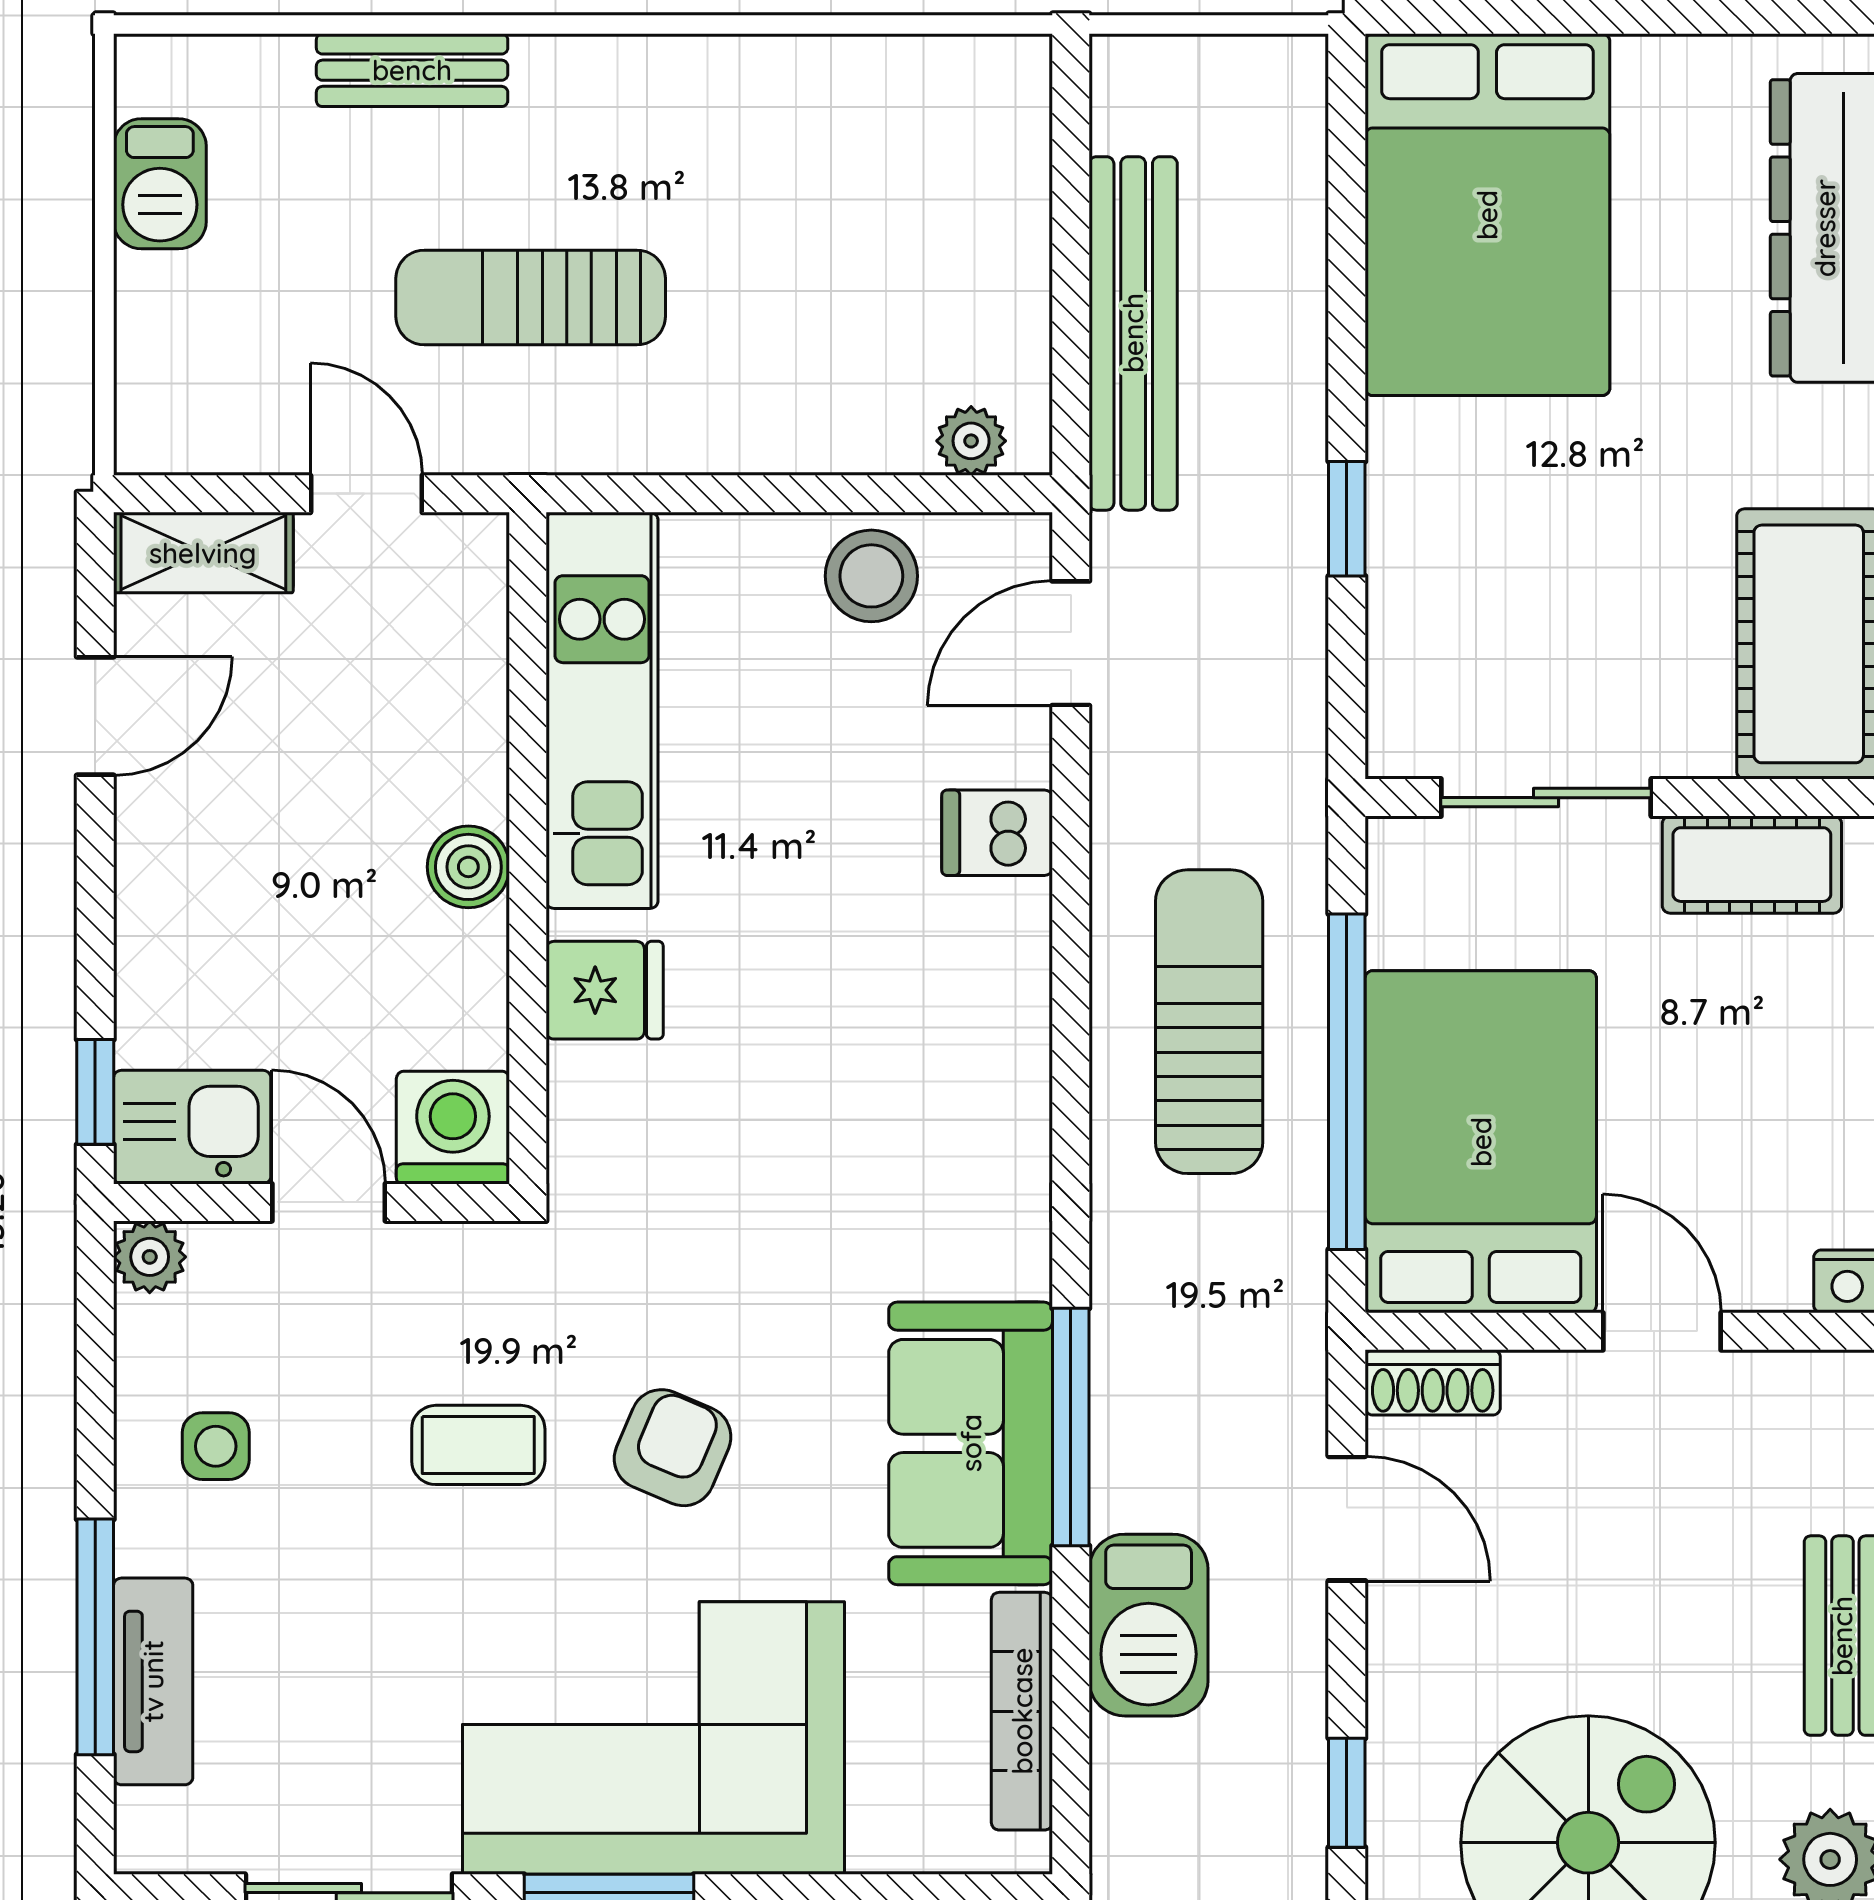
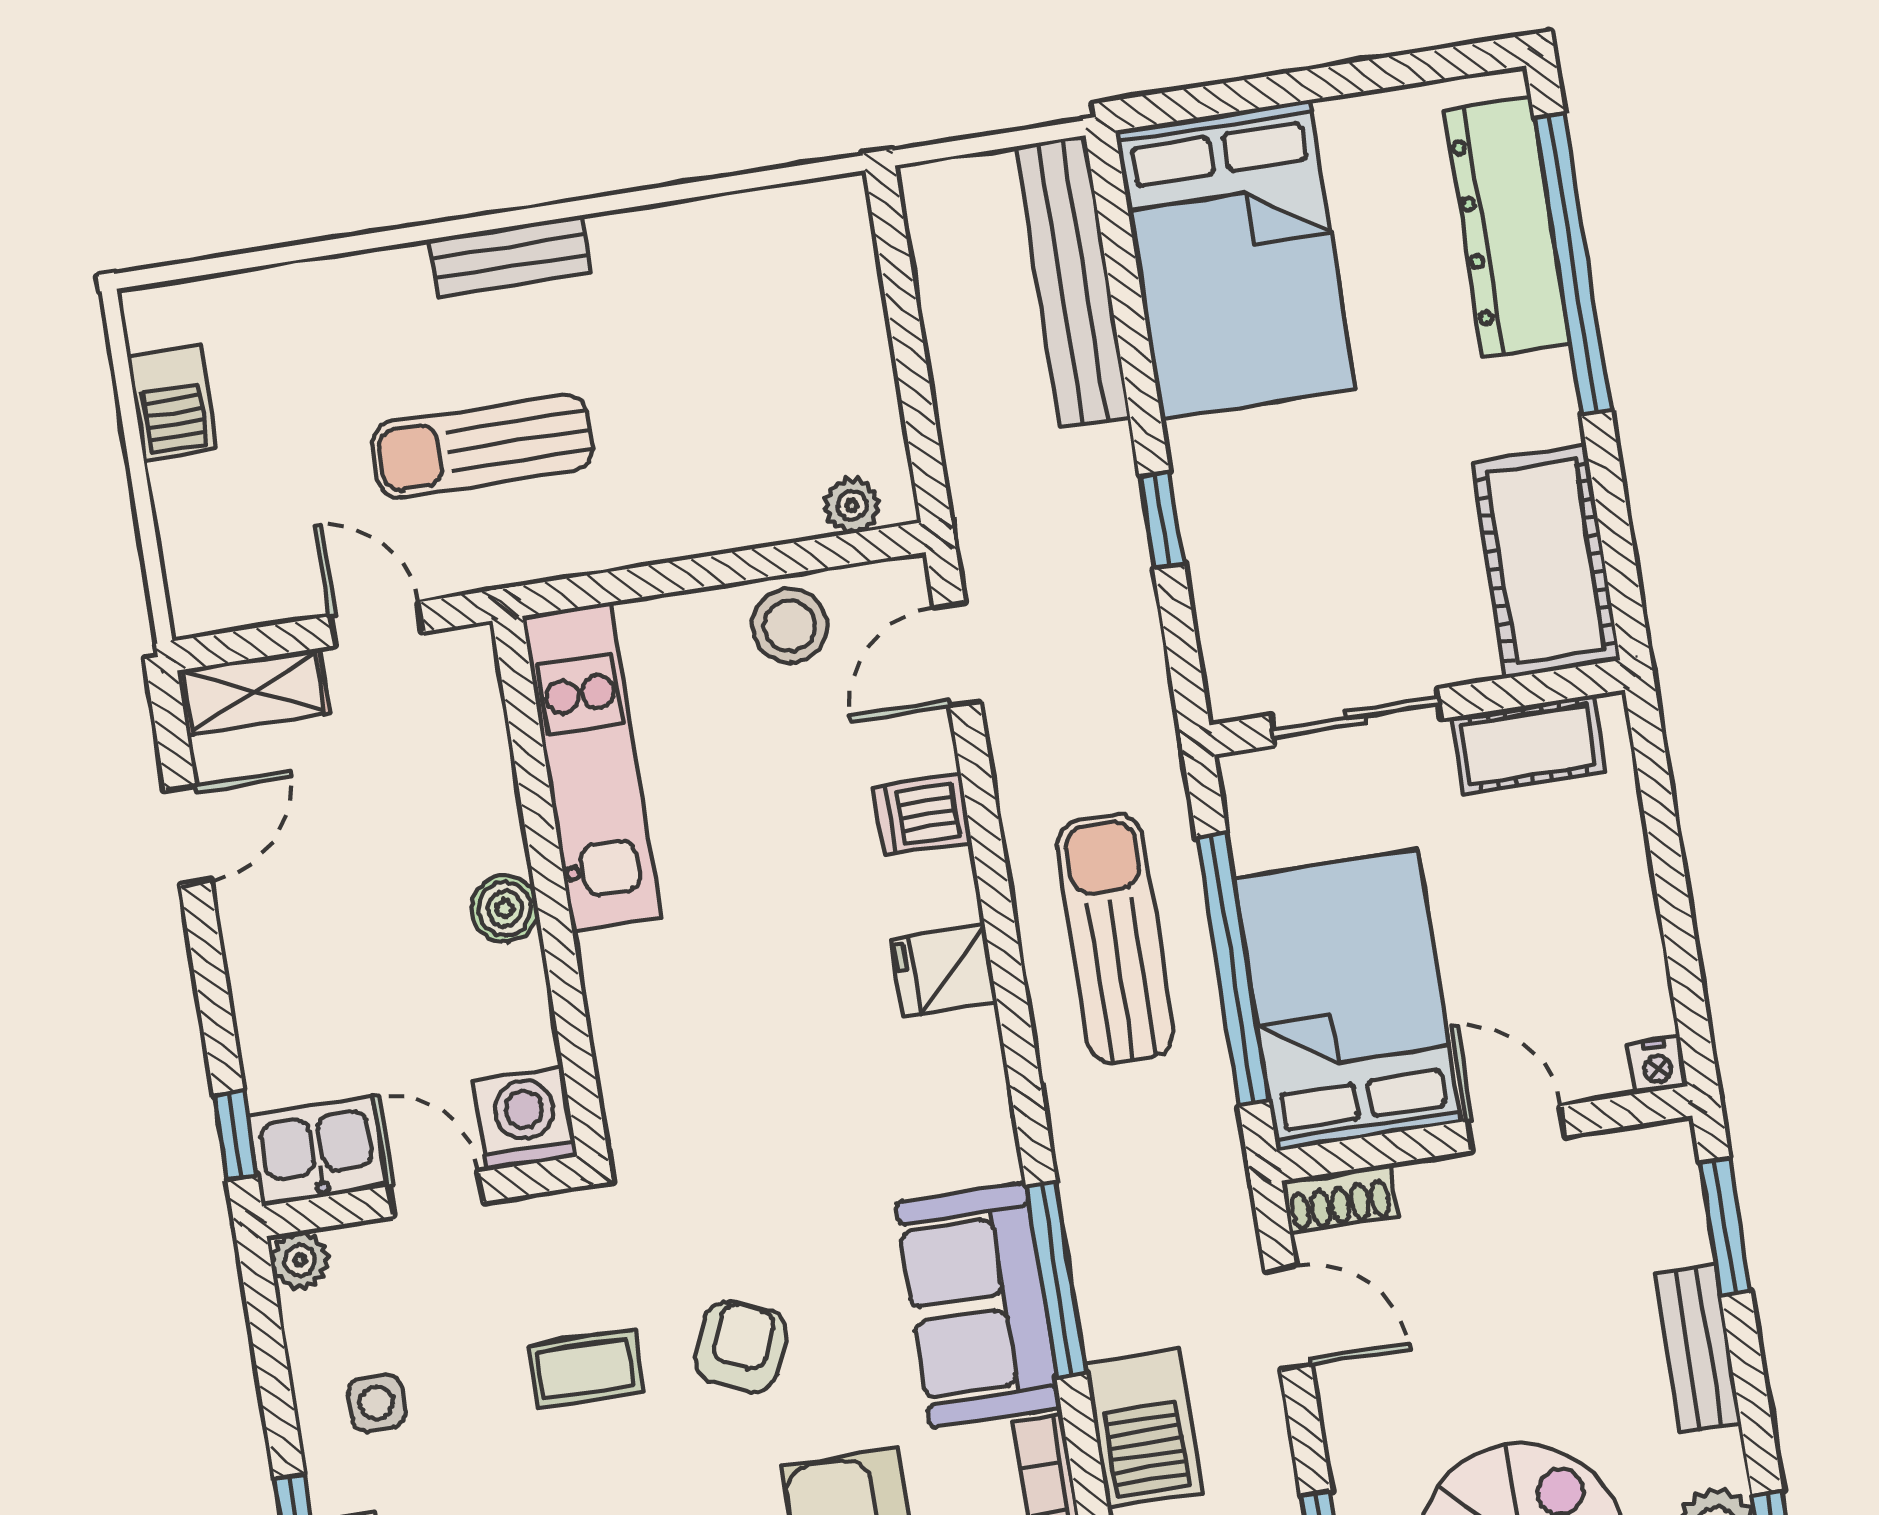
bench: (412, 70) -> (510, 256), moved
bench: (1133, 333) -> (1073, 282), moved
fridge: (605, 990) -> (944, 971), moved, turned 180

